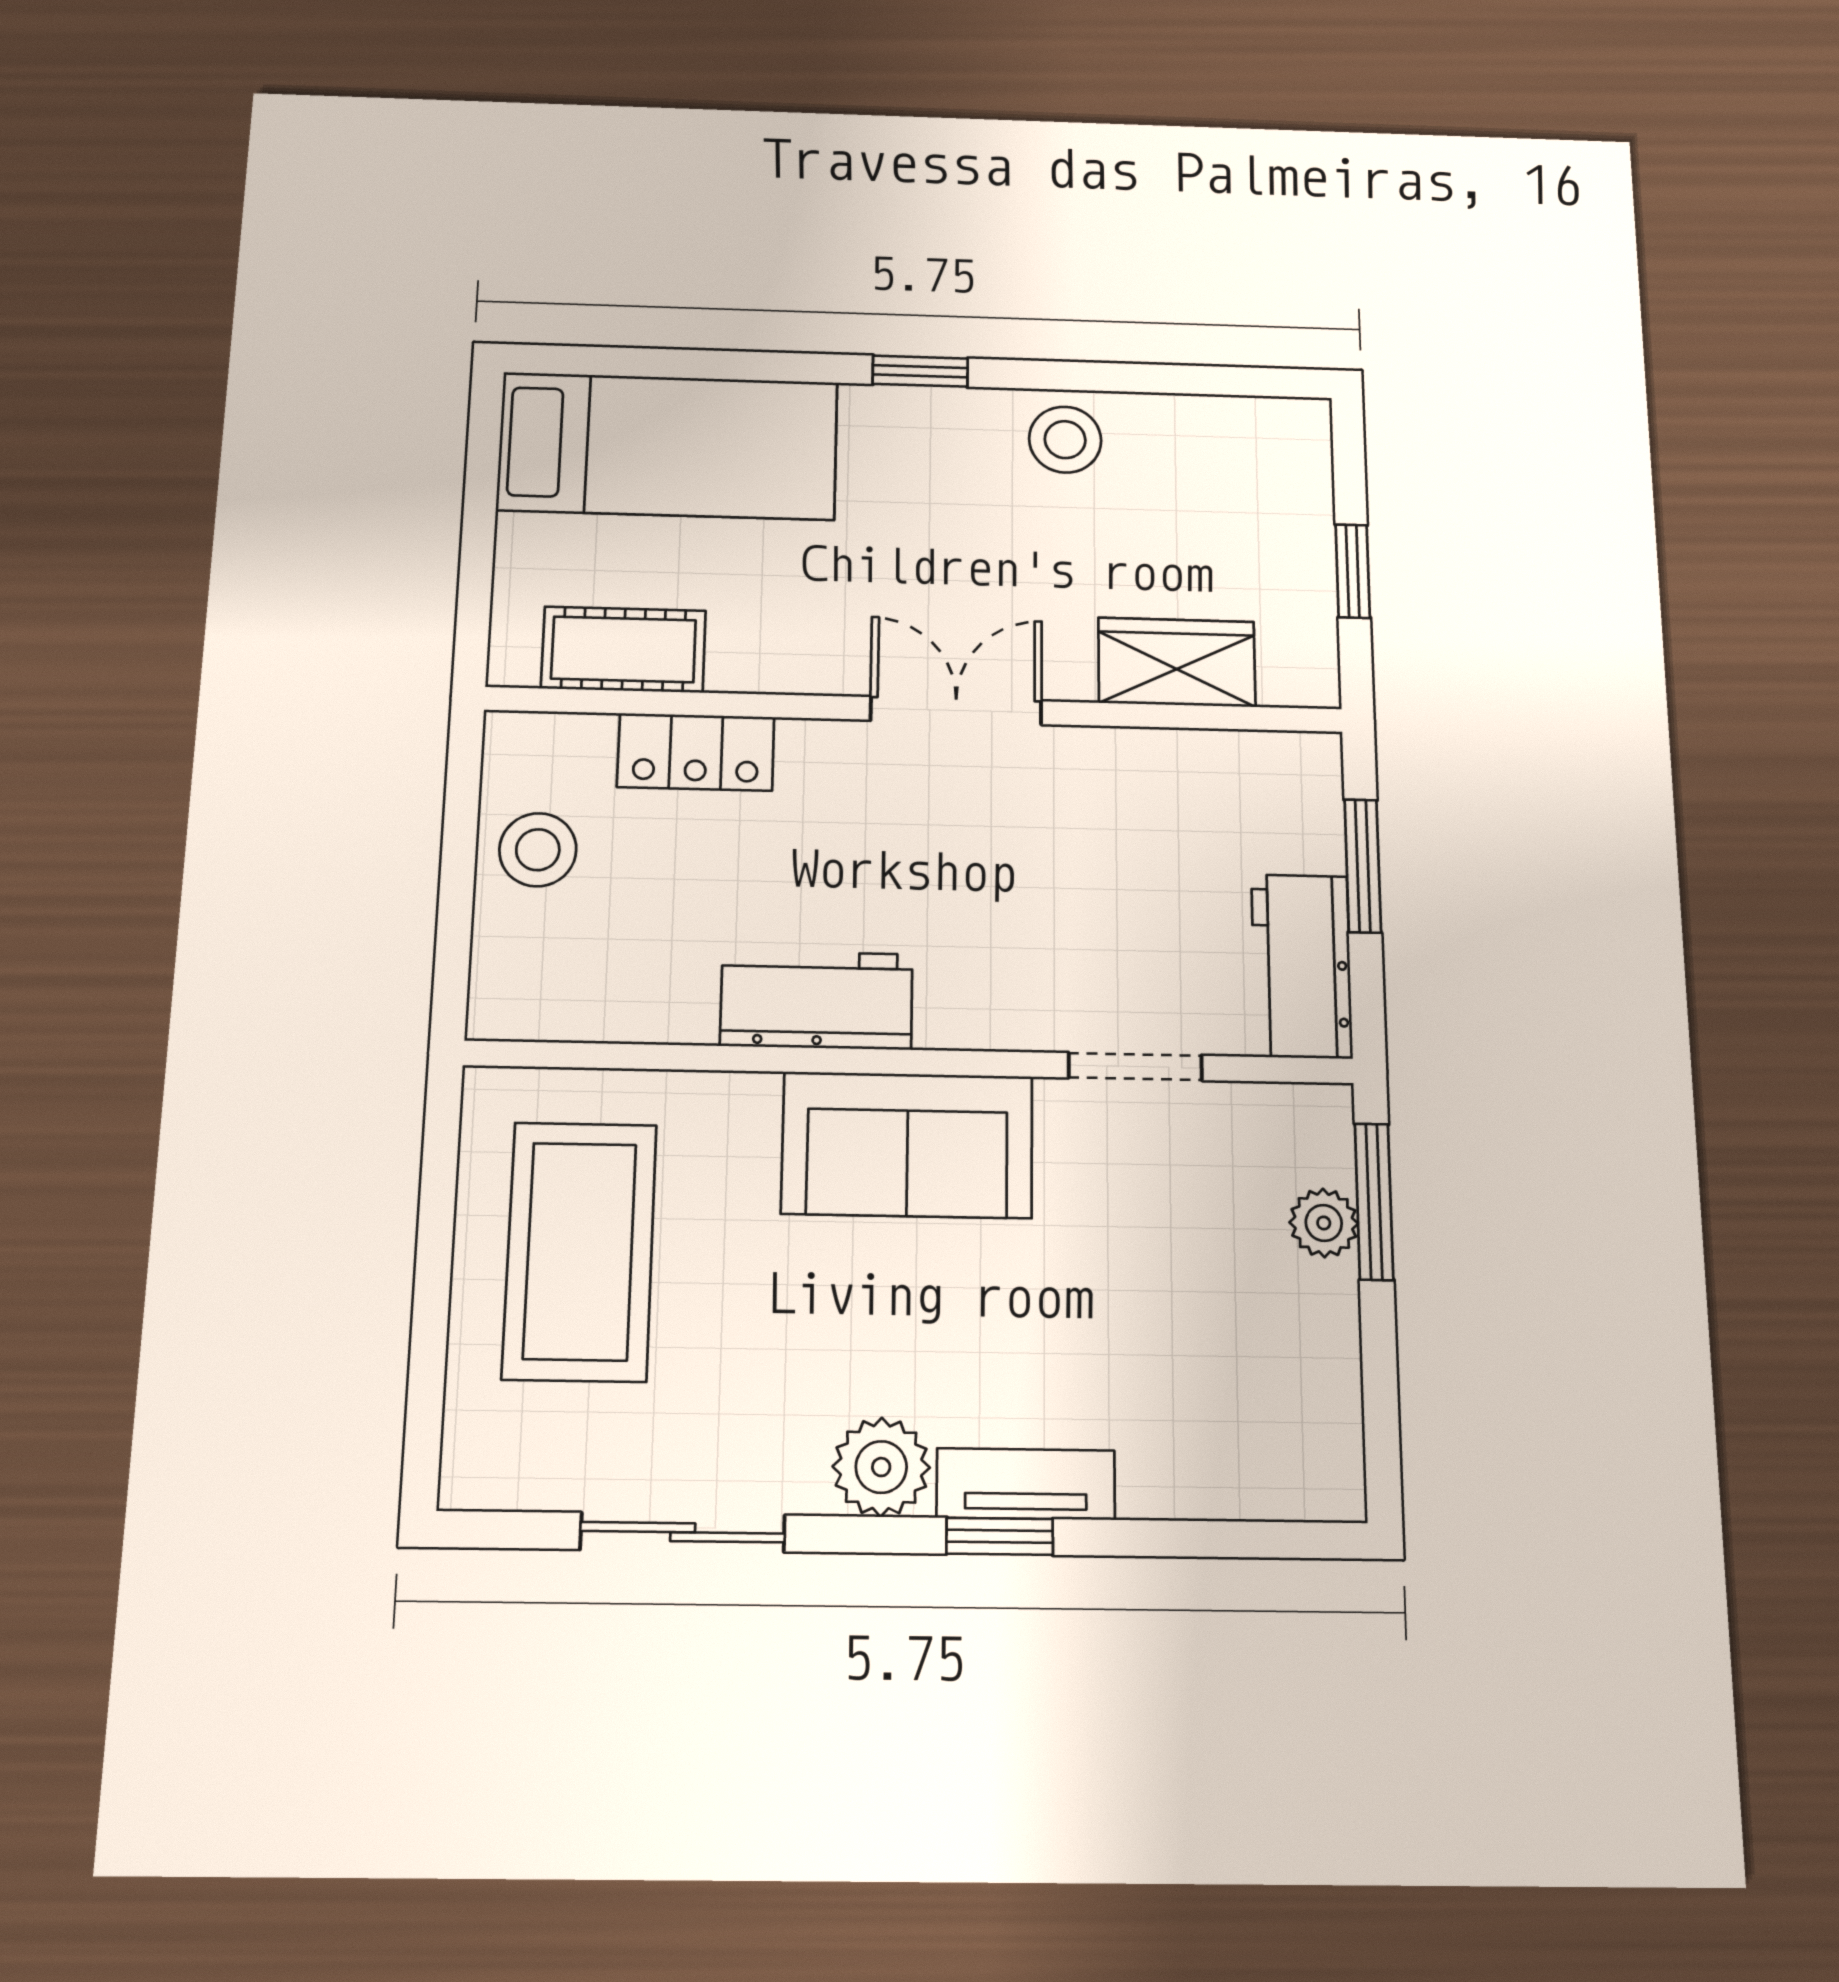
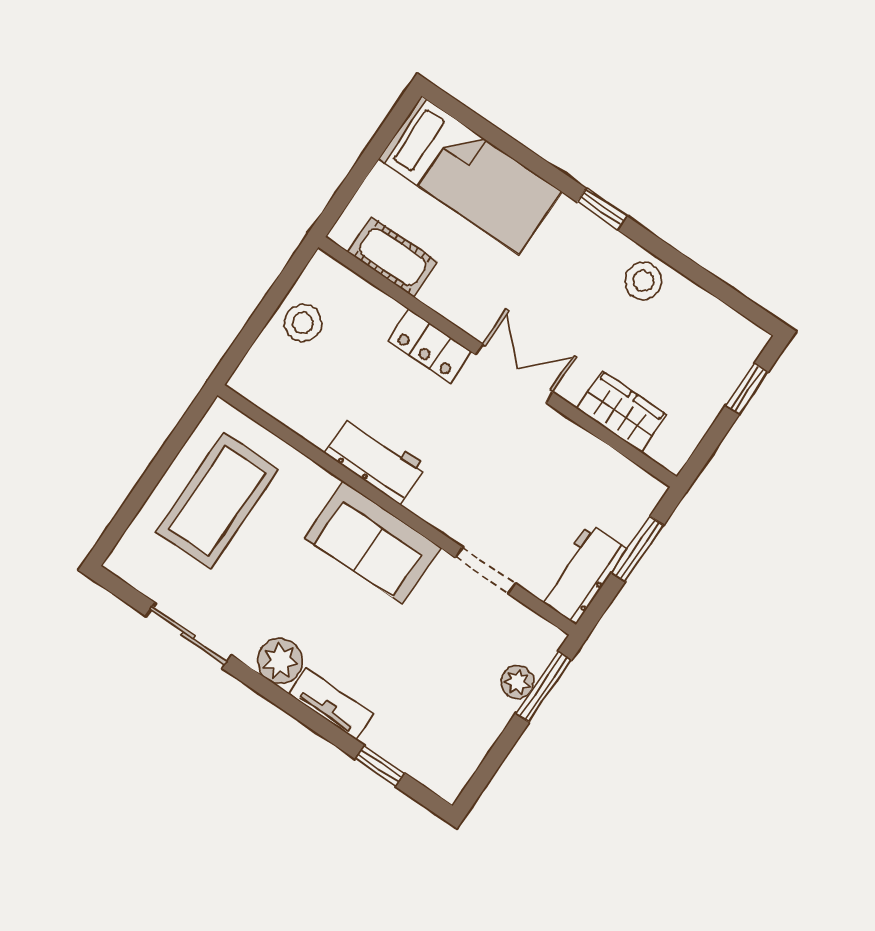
window: (1353, 571) -> (747, 389), moved
locker: (696, 752) -> (430, 346), moved
window: (1000, 1536) -> (380, 766), moved

